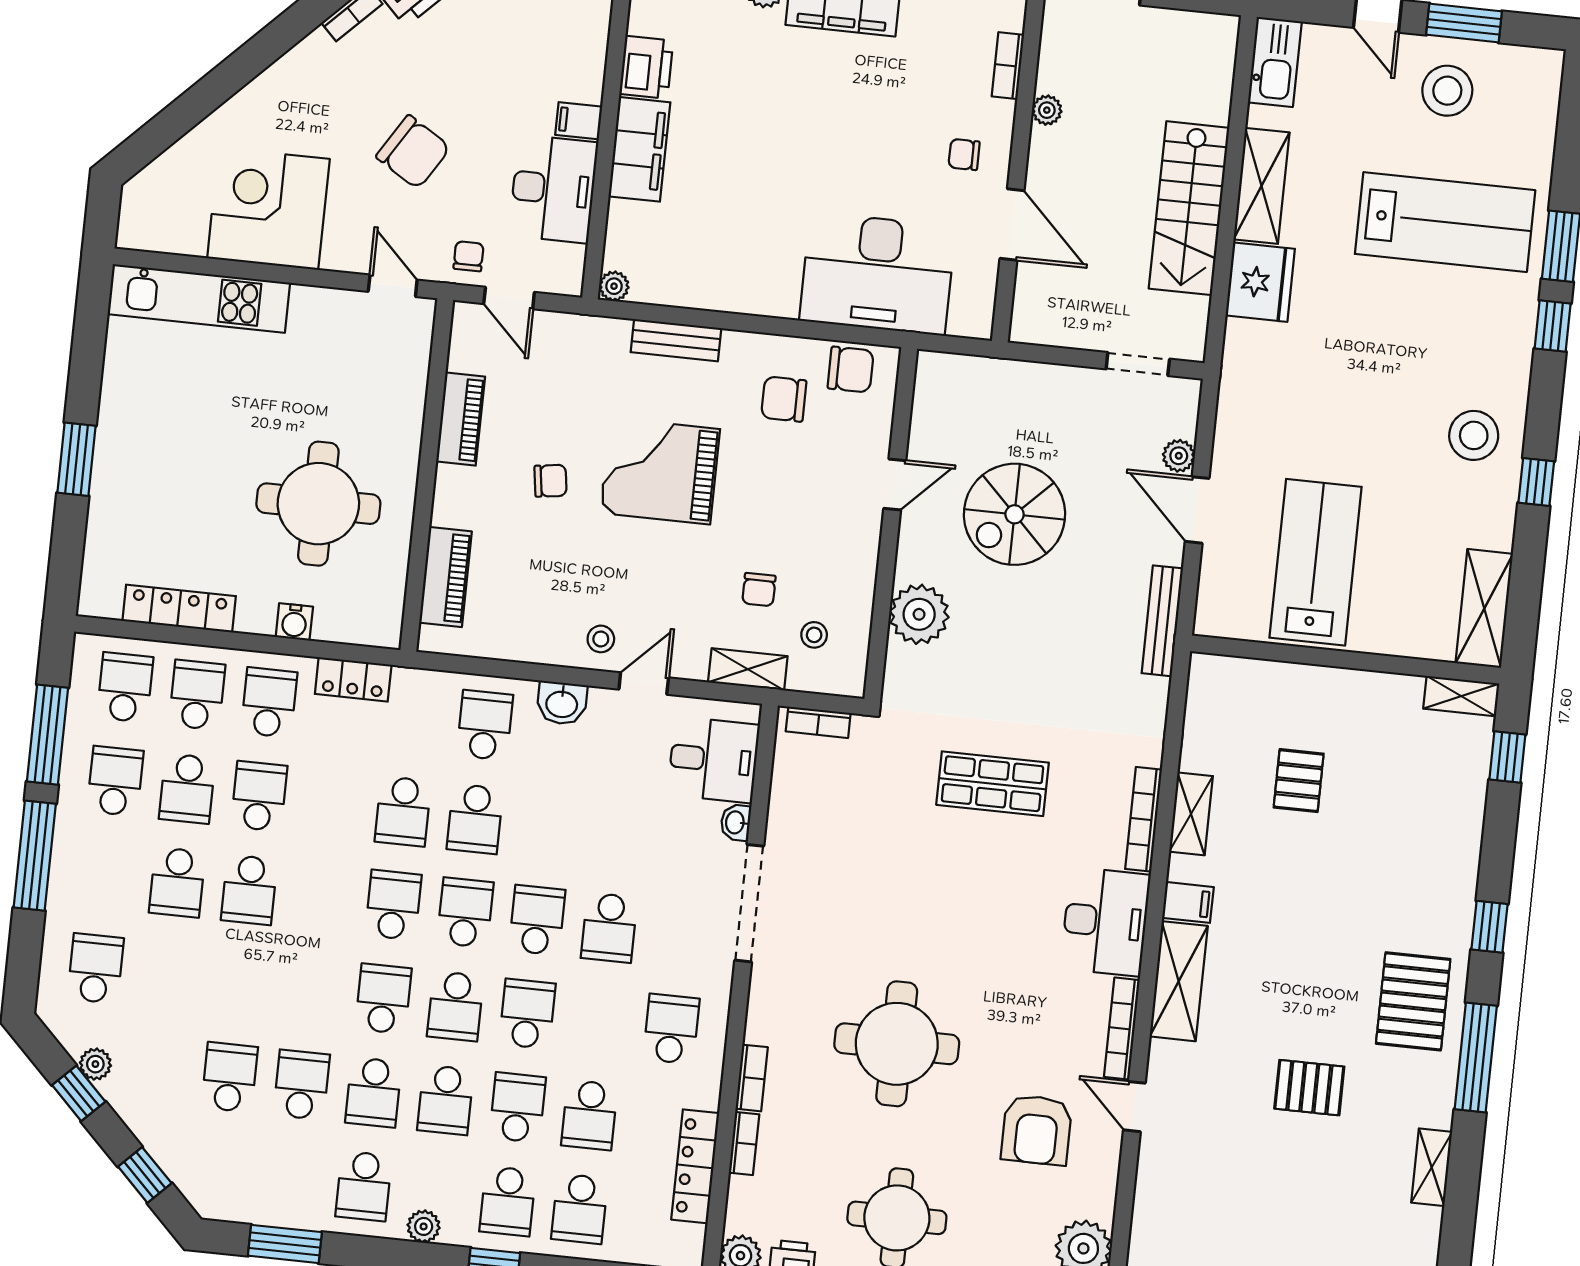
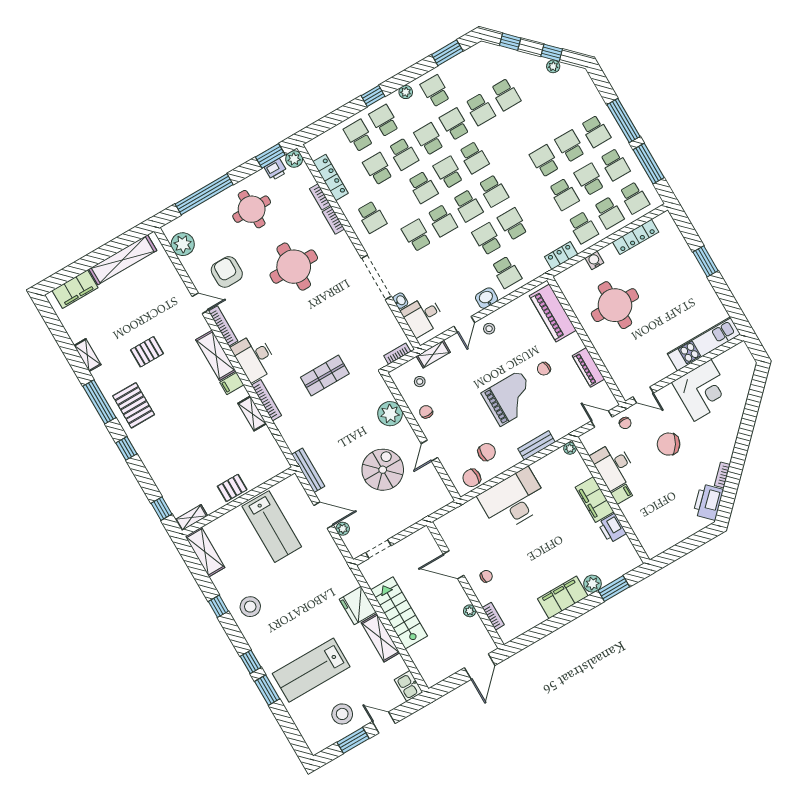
kitchen sink: (1275, 62) -> (408, 686), width x0.73
desk: (877, 274) -> (513, 500), moved
piano: (445, 577) -> (553, 313), width x1.37, depth x1.33
chair: (759, 590) -> (426, 412), moved
pallet: (1299, 781) -> (232, 488), moved, turned 90
school desk: (95, 968) -> (596, 131), moved

